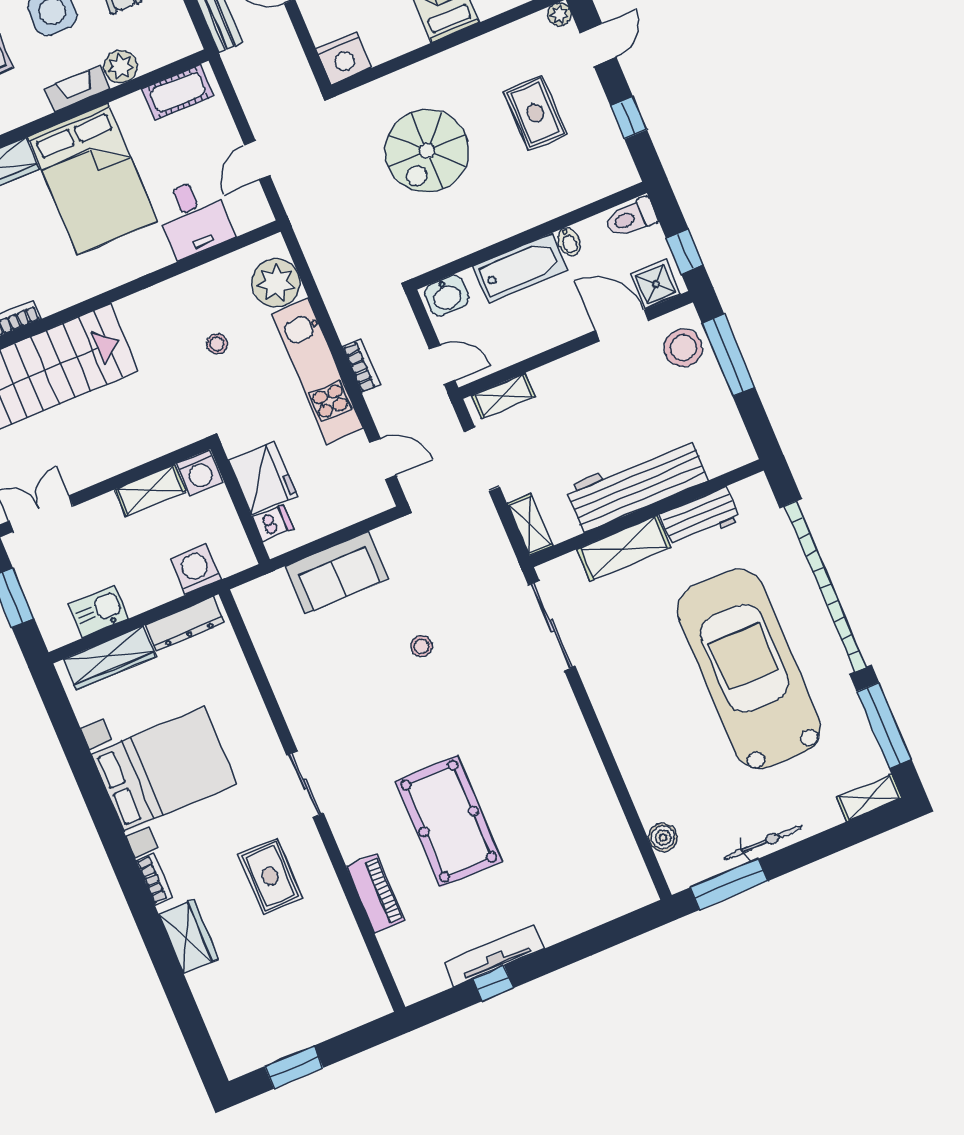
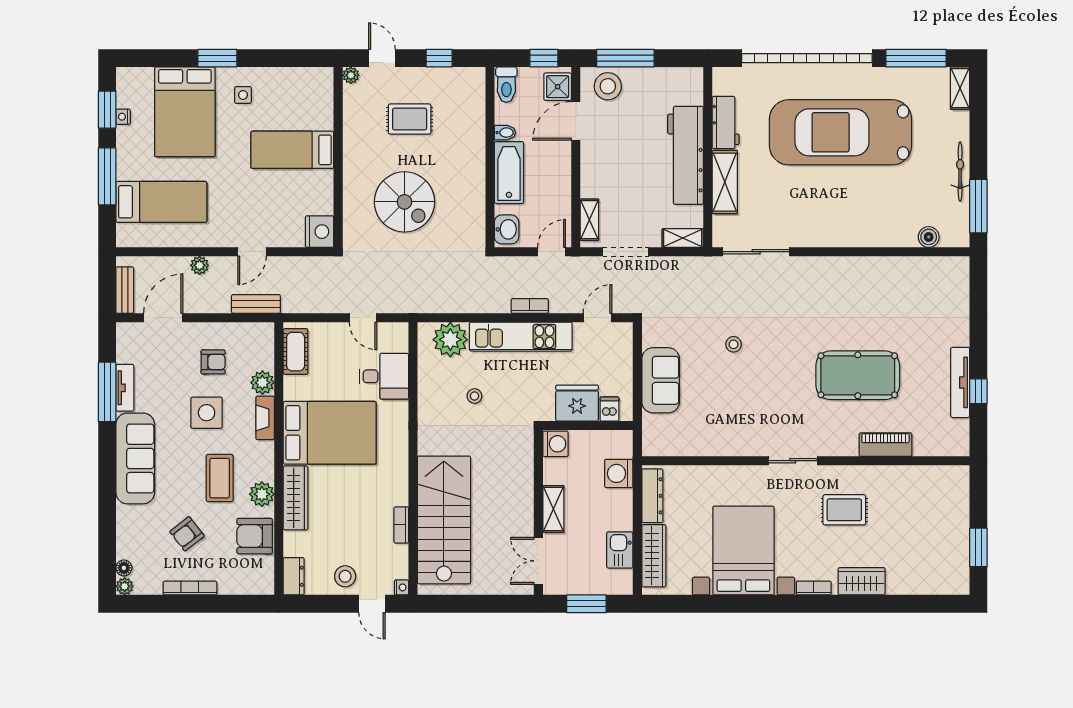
shelving: (150, 490) -> (553, 509), moved

